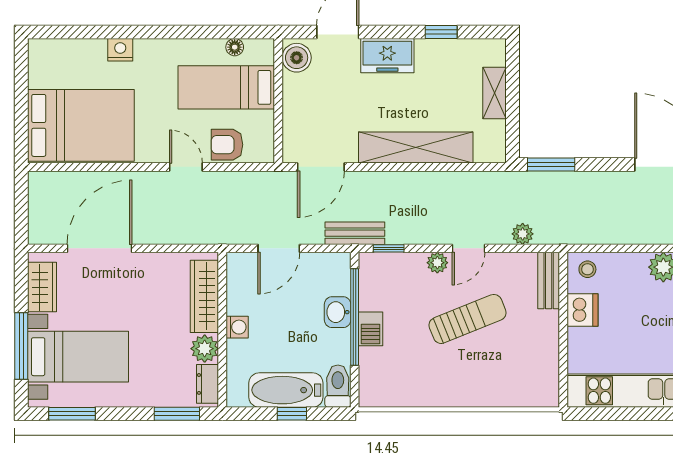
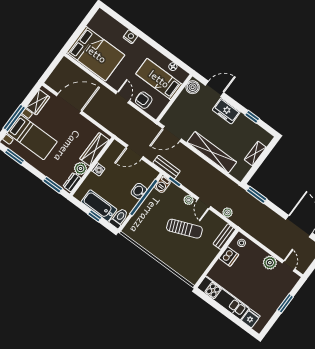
door: (468, 248) -> (204, 203), hinge flipped
barbecue: (371, 329) -> (162, 184), moved

